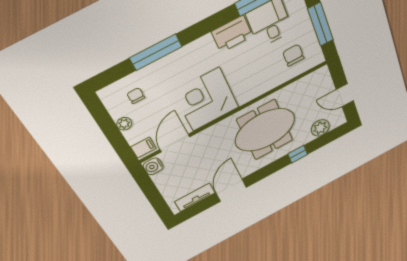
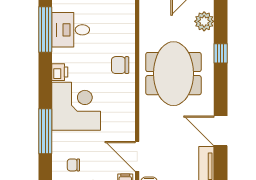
printer: (232, 34) -> (60, 72), width x0.53, depth x0.68
chair: (293, 55) -> (120, 65), moved
corner desk: (206, 100) -> (76, 106), moved, turned 180

